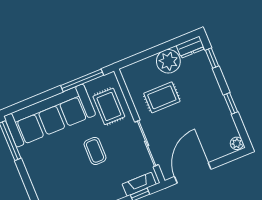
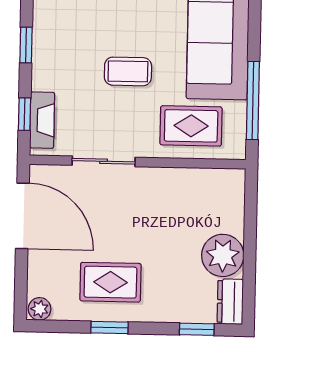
rug: (162, 97) -> (110, 282), moved, turned 90
sliding door: (147, 143) -> (104, 161), width x0.73

